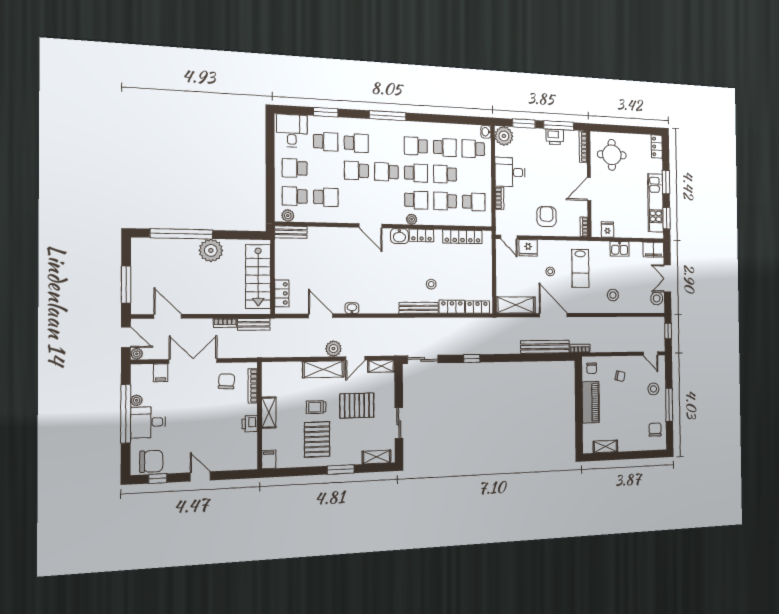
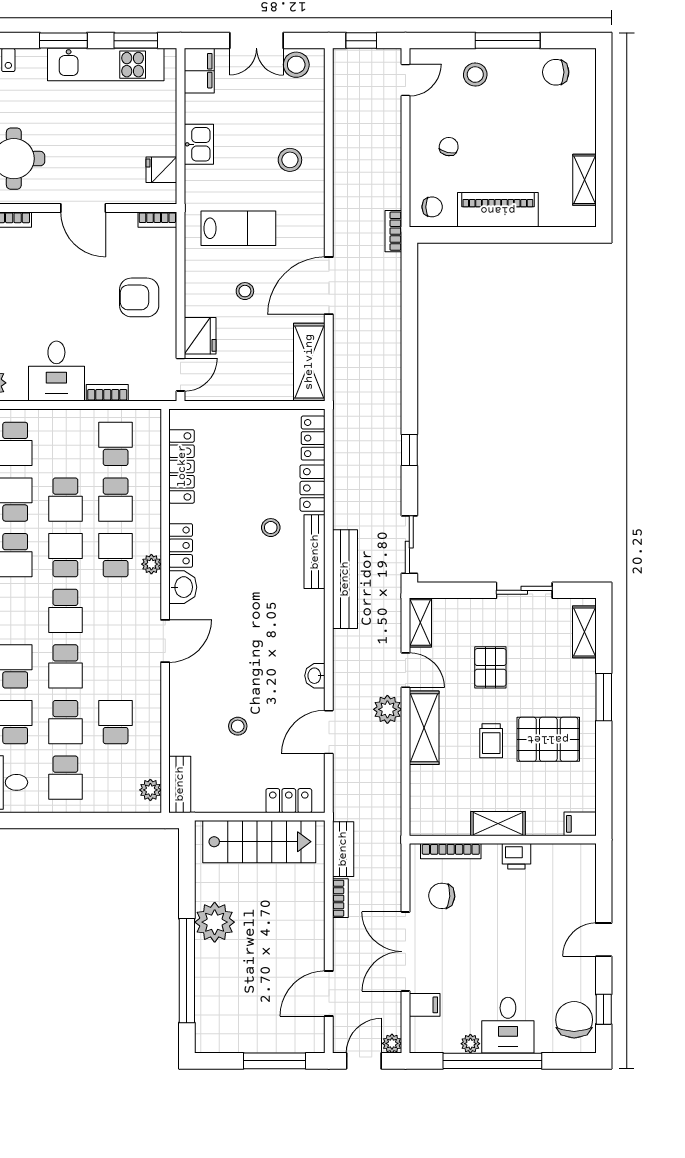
school desk: (295, 196) -> (65, 722), moved
stool: (324, 265) -> (238, 726), added
bench: (545, 347) -> (345, 579), moved
pallet: (357, 406) -> (490, 667), width x0.67, depth x0.71

